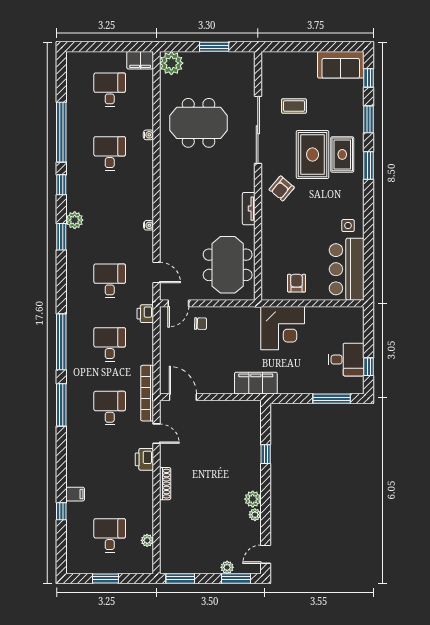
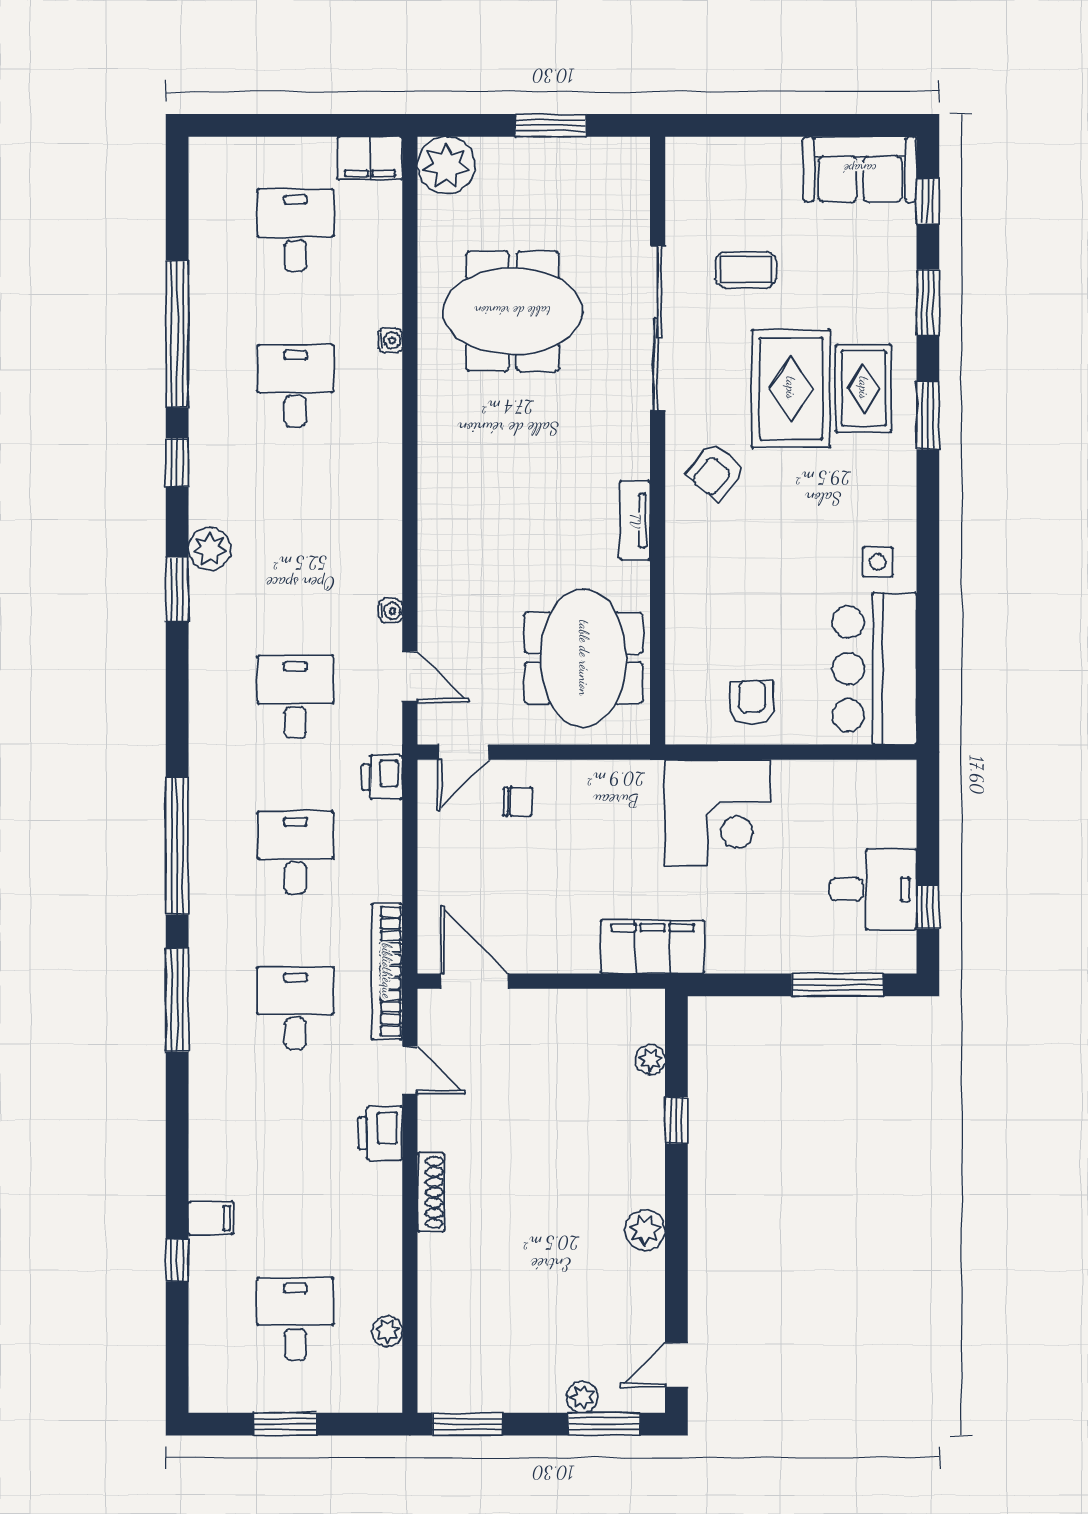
water cooler: (149, 225) -> (390, 611), moved
plant: (255, 515) -> (650, 1060), moved

